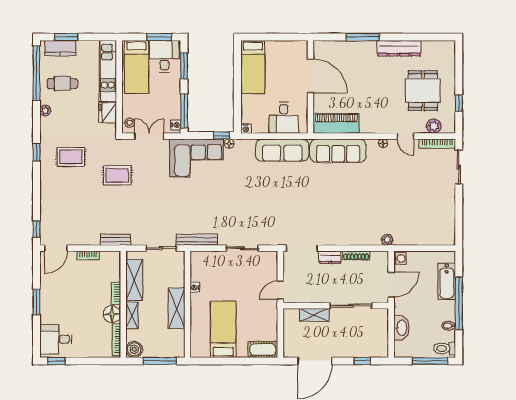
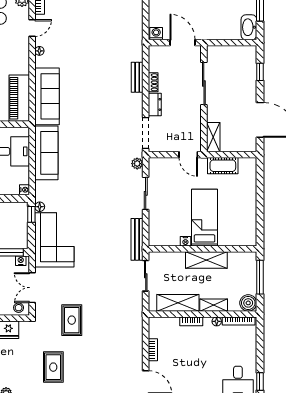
bench: (116, 240) -> (137, 77), moved
plant: (387, 240) -> (137, 164), moved
shoe rack: (356, 256) -> (153, 82), width x0.70
floor lamp: (112, 314) -> (217, 321), width x0.53, depth x0.53
shelving: (314, 315) -> (213, 137), moved
washbasin: (401, 328) -> (249, 27), moved, turned -90
bed: (223, 329) -> (205, 218), moved, turned 90
cot: (263, 349) -> (223, 166), moved, turned 90

